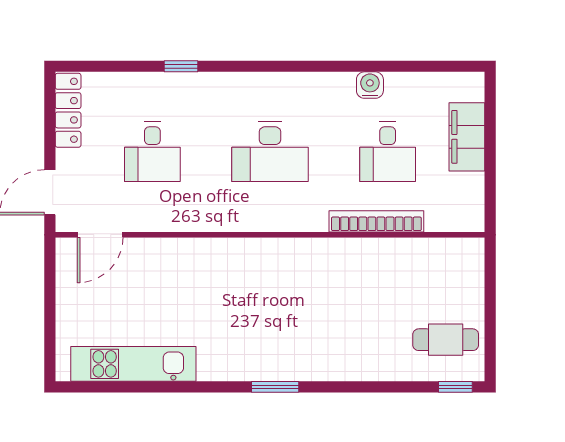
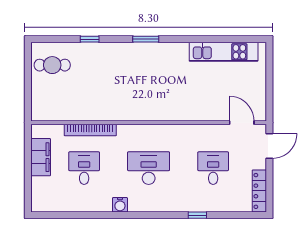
water cooler: (370, 85) -> (120, 205), moved
filing cabinet: (467, 137) -> (41, 157), moved
door: (100, 235) -> (242, 123), hinge flipped
window: (455, 387) -> (90, 39), moved

